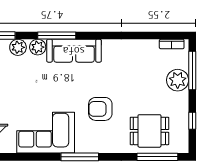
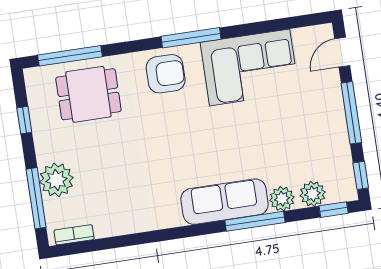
armchair: (100, 109) -> (166, 74), moved

